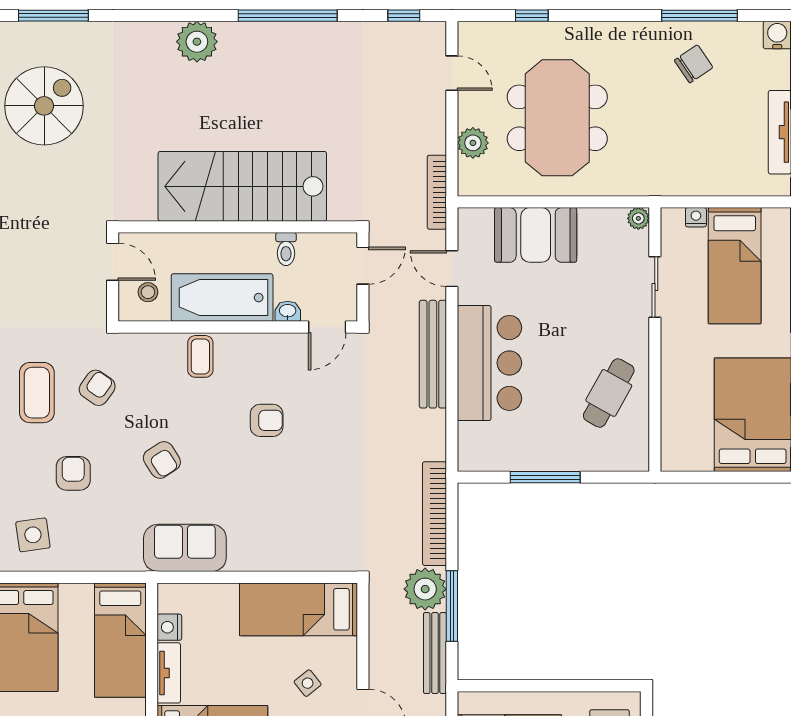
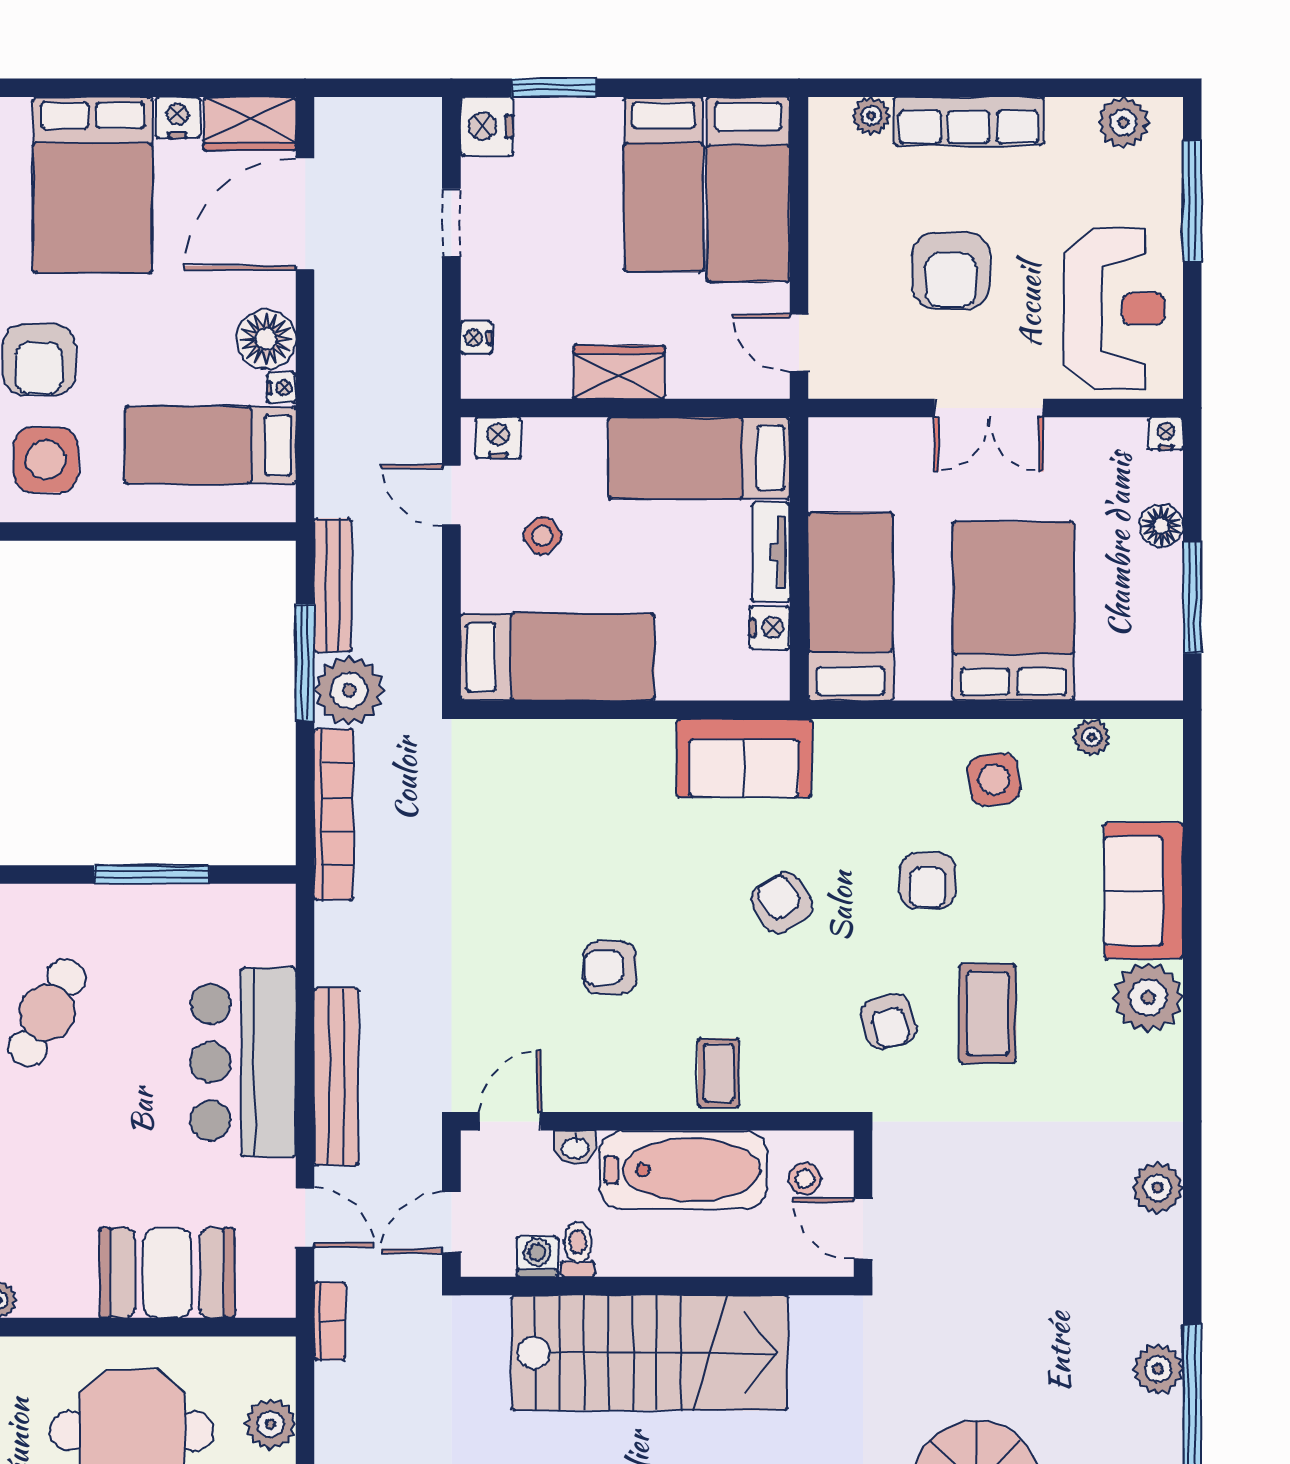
bookcase: (437, 192) -> (330, 1321), width x0.64
washing machine: (311, 245) -> (537, 1256), added
armchair: (97, 388) -> (888, 1021), turned -52

